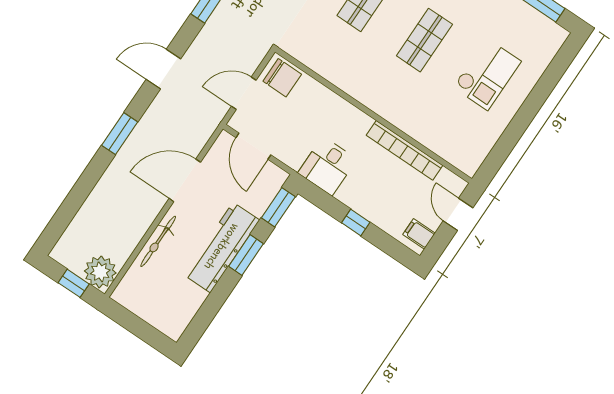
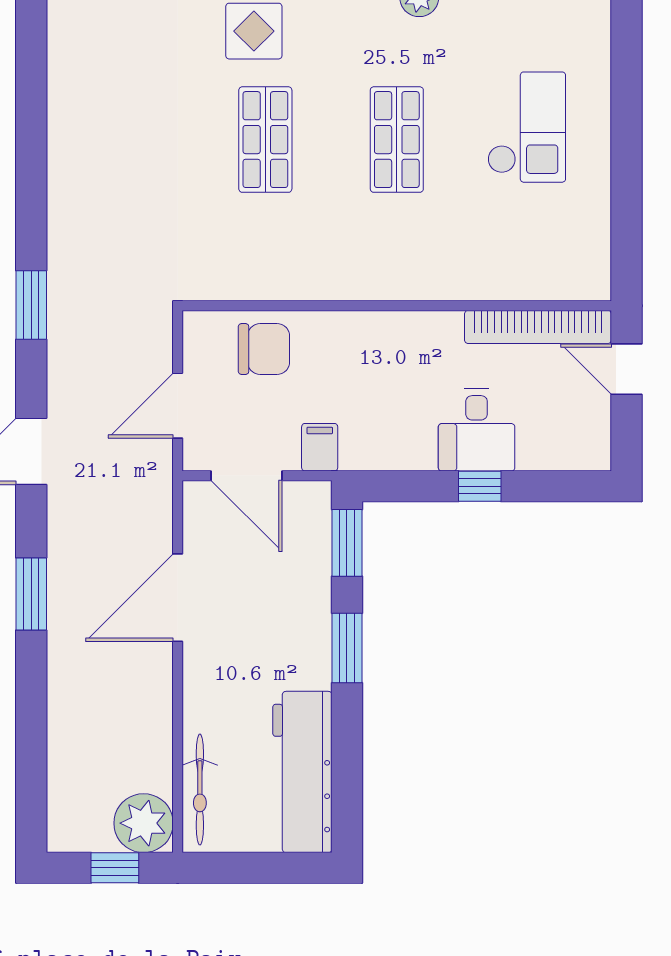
chair: (282, 78) -> (264, 349), moved
bookcase: (405, 150) -> (538, 327), moved
desk: (327, 166) -> (477, 430), moved
filing cabinet: (419, 234) -> (320, 447), moved, turned 90
bicycle: (158, 241) -> (200, 790), moved
workbench: (222, 247) -> (302, 772), moved

